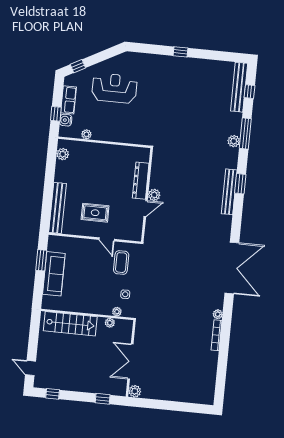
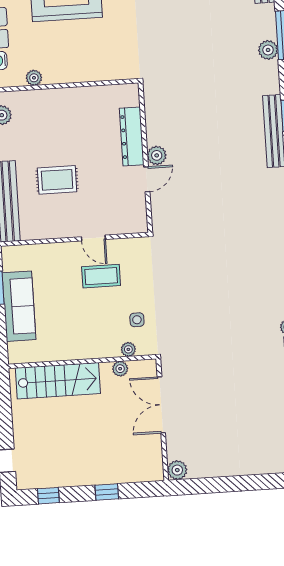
rug: (95, 213) -> (57, 180), moved
coffee table: (121, 263) -> (101, 276), moved, turned 90
double door: (130, 362) -> (161, 405), moved
window: (103, 399) -> (107, 492), moved

